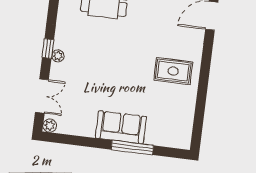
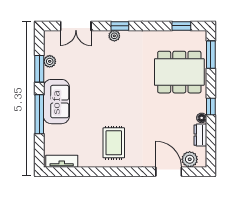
plant: (50, 126) -> (50, 61), moved
tv unit: (186, 130) -> (62, 161), added
window: (83, 141) -> (39, 69), added

